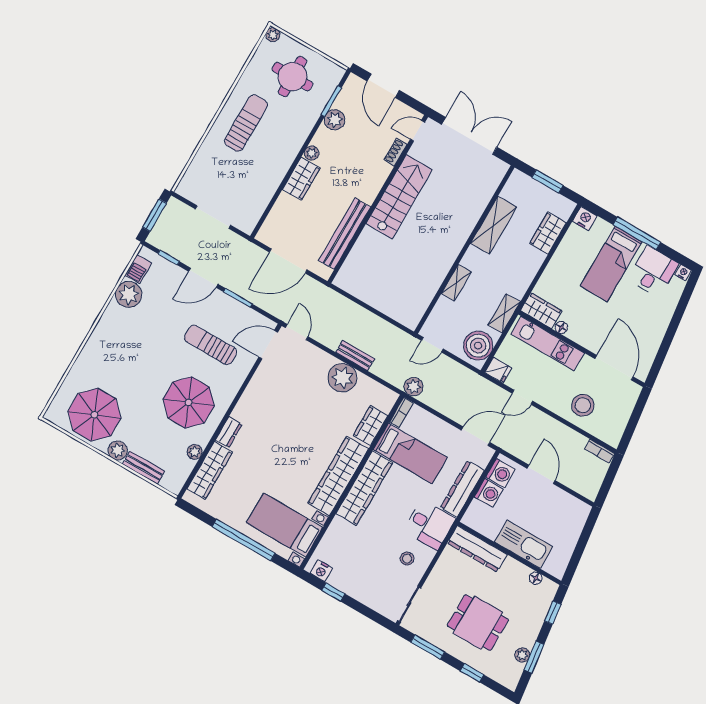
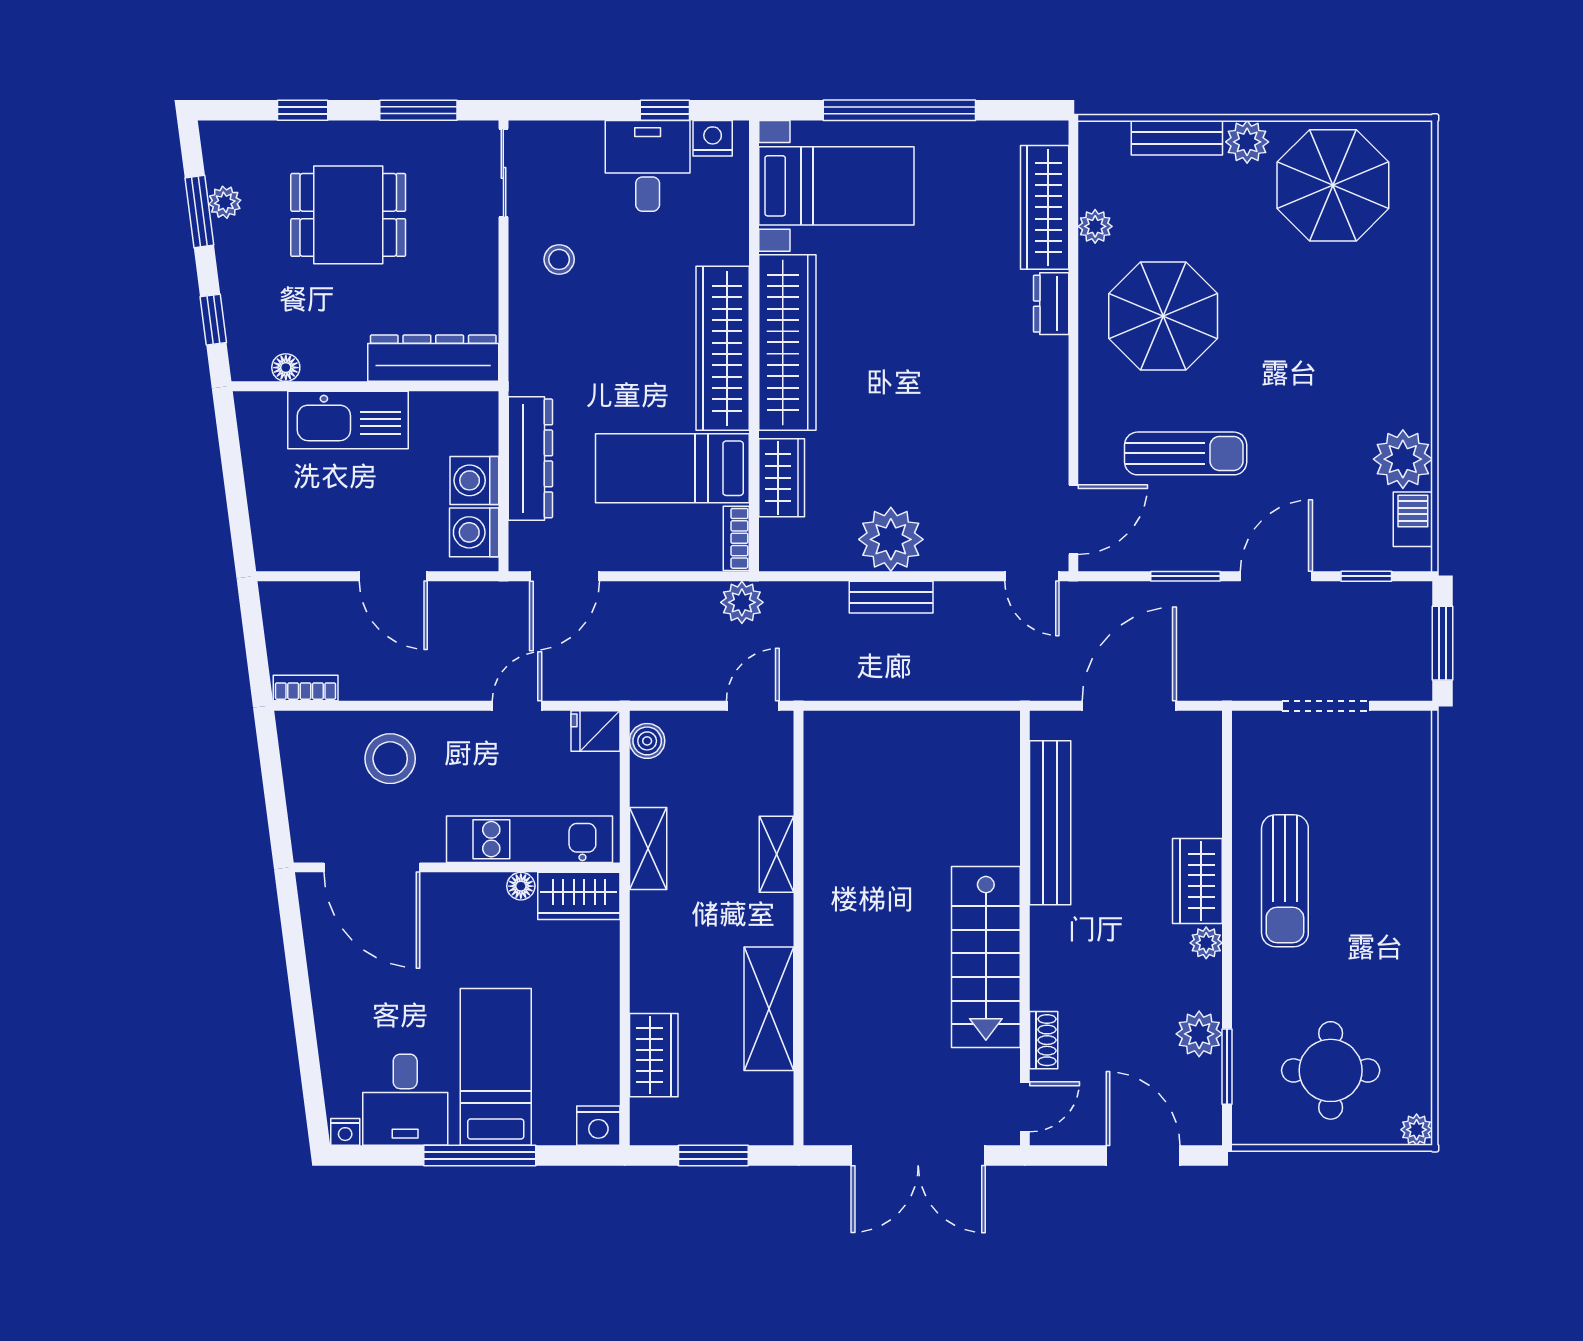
sun lounger: (246, 123) -> (1285, 881), moved
boiler: (478, 346) -> (647, 741), width x0.54, depth x0.54
desk: (429, 525) -> (648, 166), moved, turned 90

